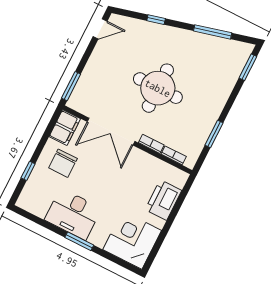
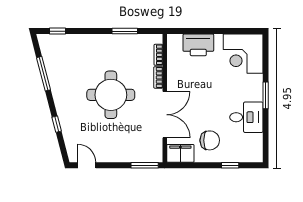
window: (248, 67) -> (57, 31), width x0.67
desk: (73, 214) -> (246, 117), width x0.73

